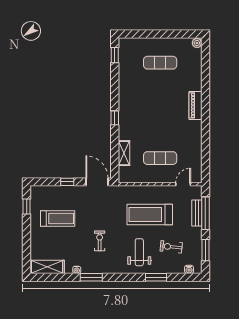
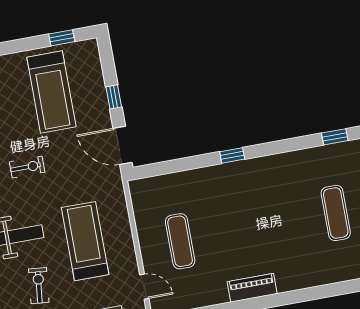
piano: (196, 105) -> (252, 288), moved
shelving: (124, 153) -> (177, 181), removed
door: (97, 182) -> (123, 145), swing flipped
treadmill: (58, 218) -> (51, 92), width x1.37, depth x1.38

